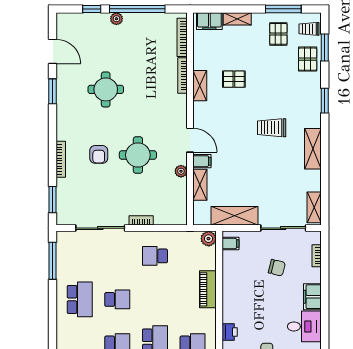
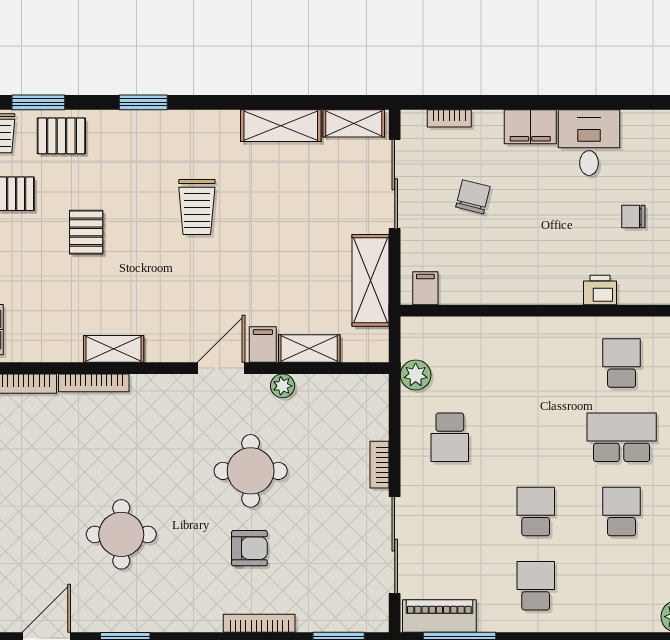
pallet: (234, 79) -> (86, 232), moved
shelving: (313, 149) -> (281, 126), moved
plant: (209, 239) -> (416, 375), moved
piano: (208, 289) -> (439, 616), moved, turned 180
school desk: (80, 299) -> (536, 586), width x0.54

